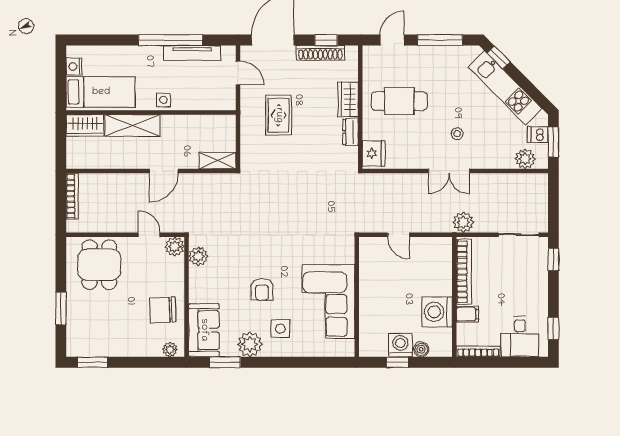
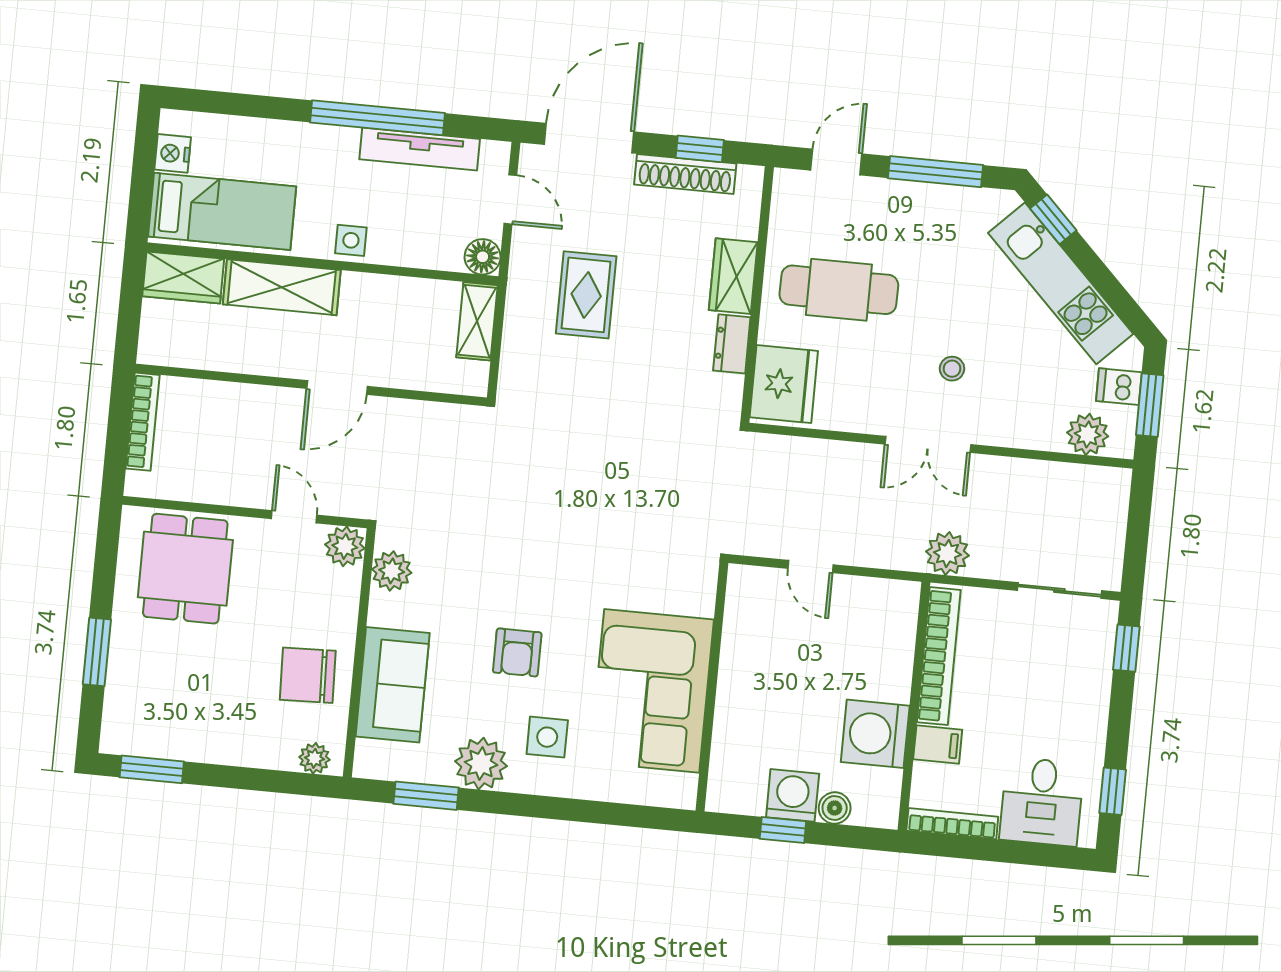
floor lamp: (227, 102) -> (483, 257), added
fridge: (374, 153) -> (784, 384), width x1.36, depth x1.34
shelving: (218, 161) -> (477, 321), moved, turned 90
sofa: (204, 330) -> (393, 685), moved

